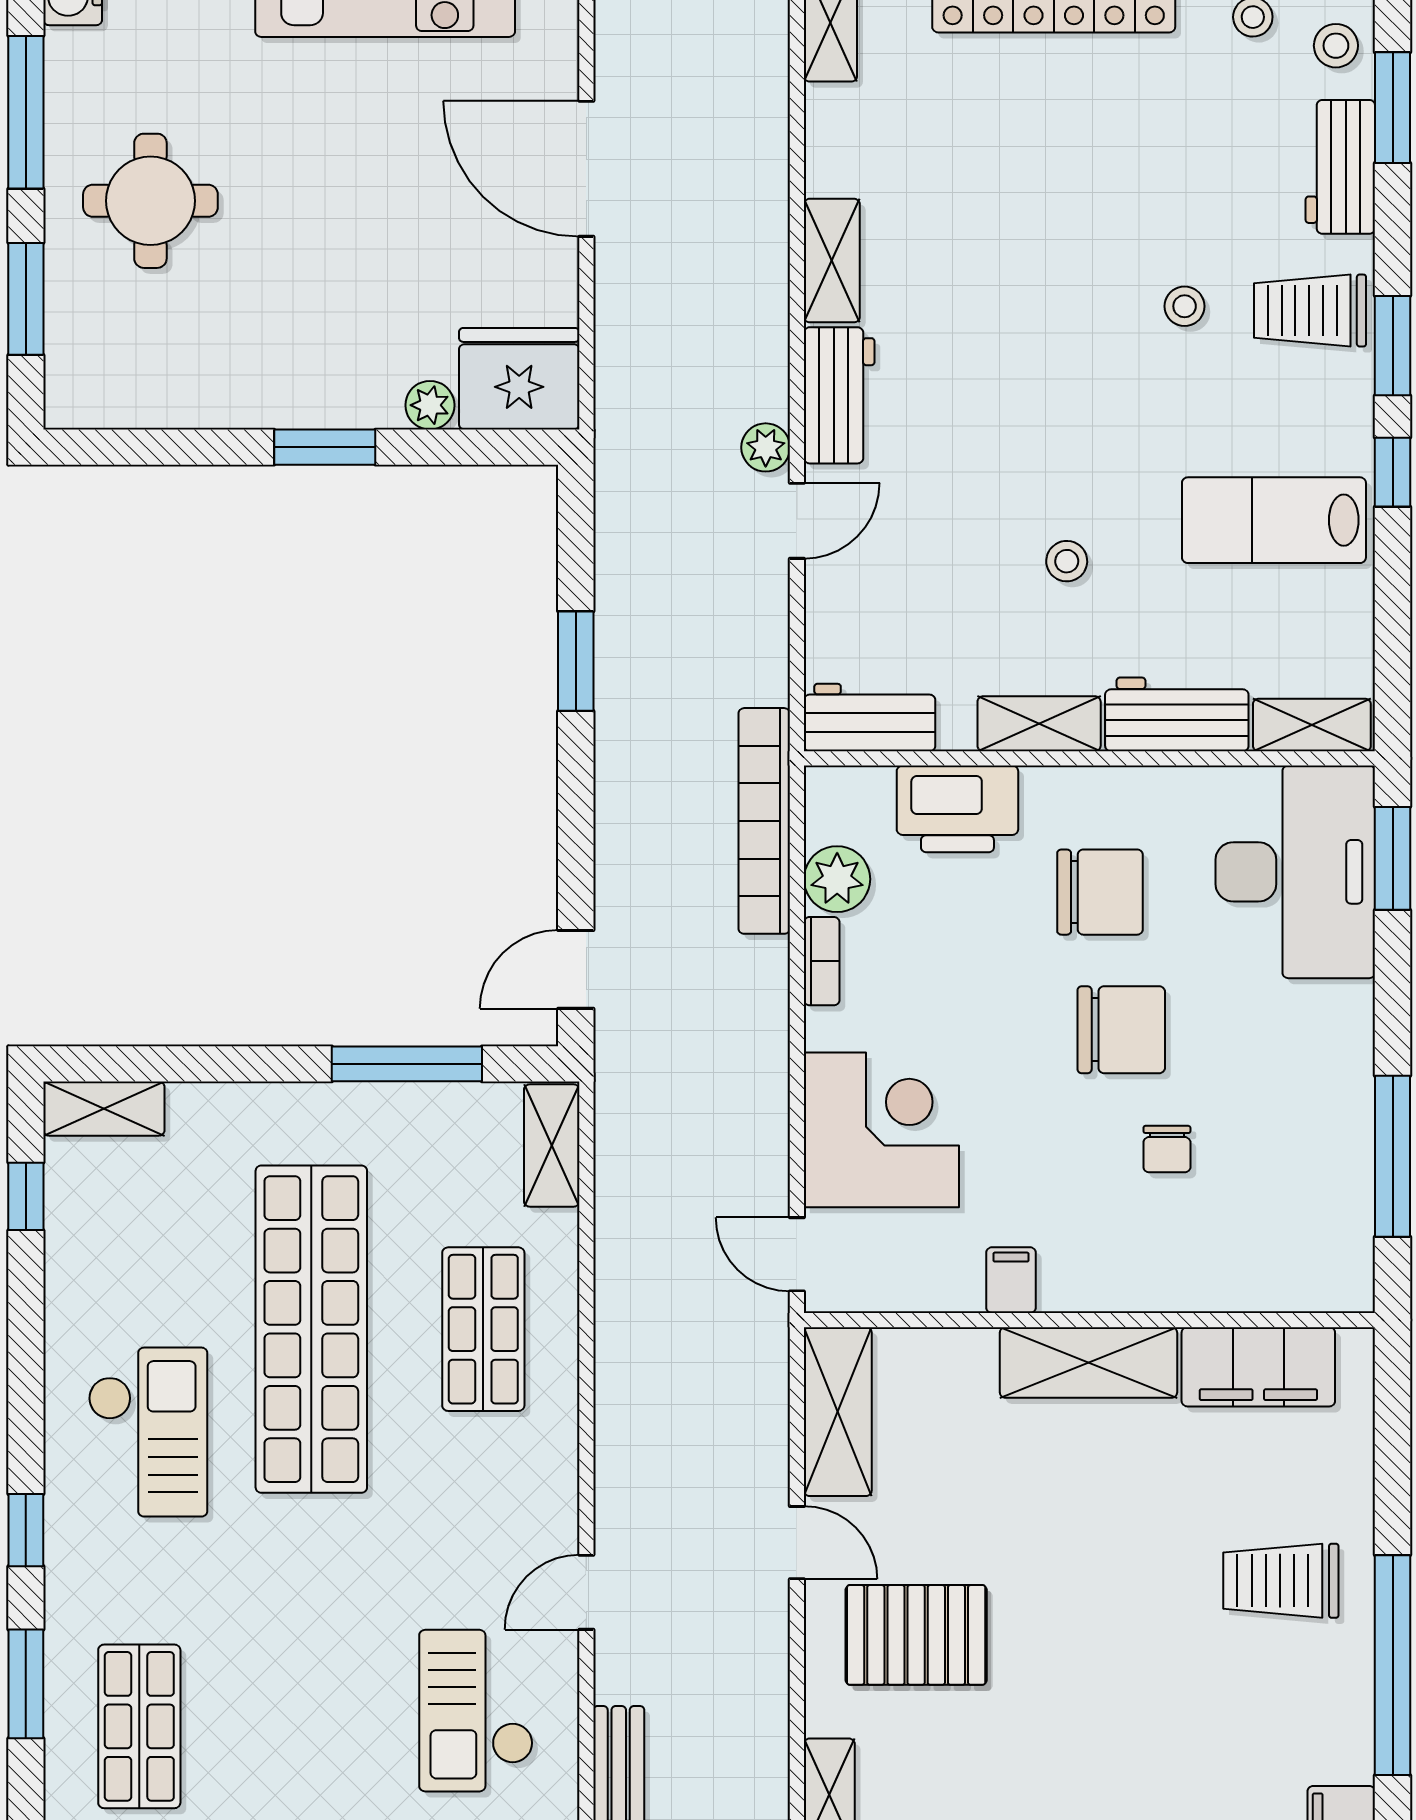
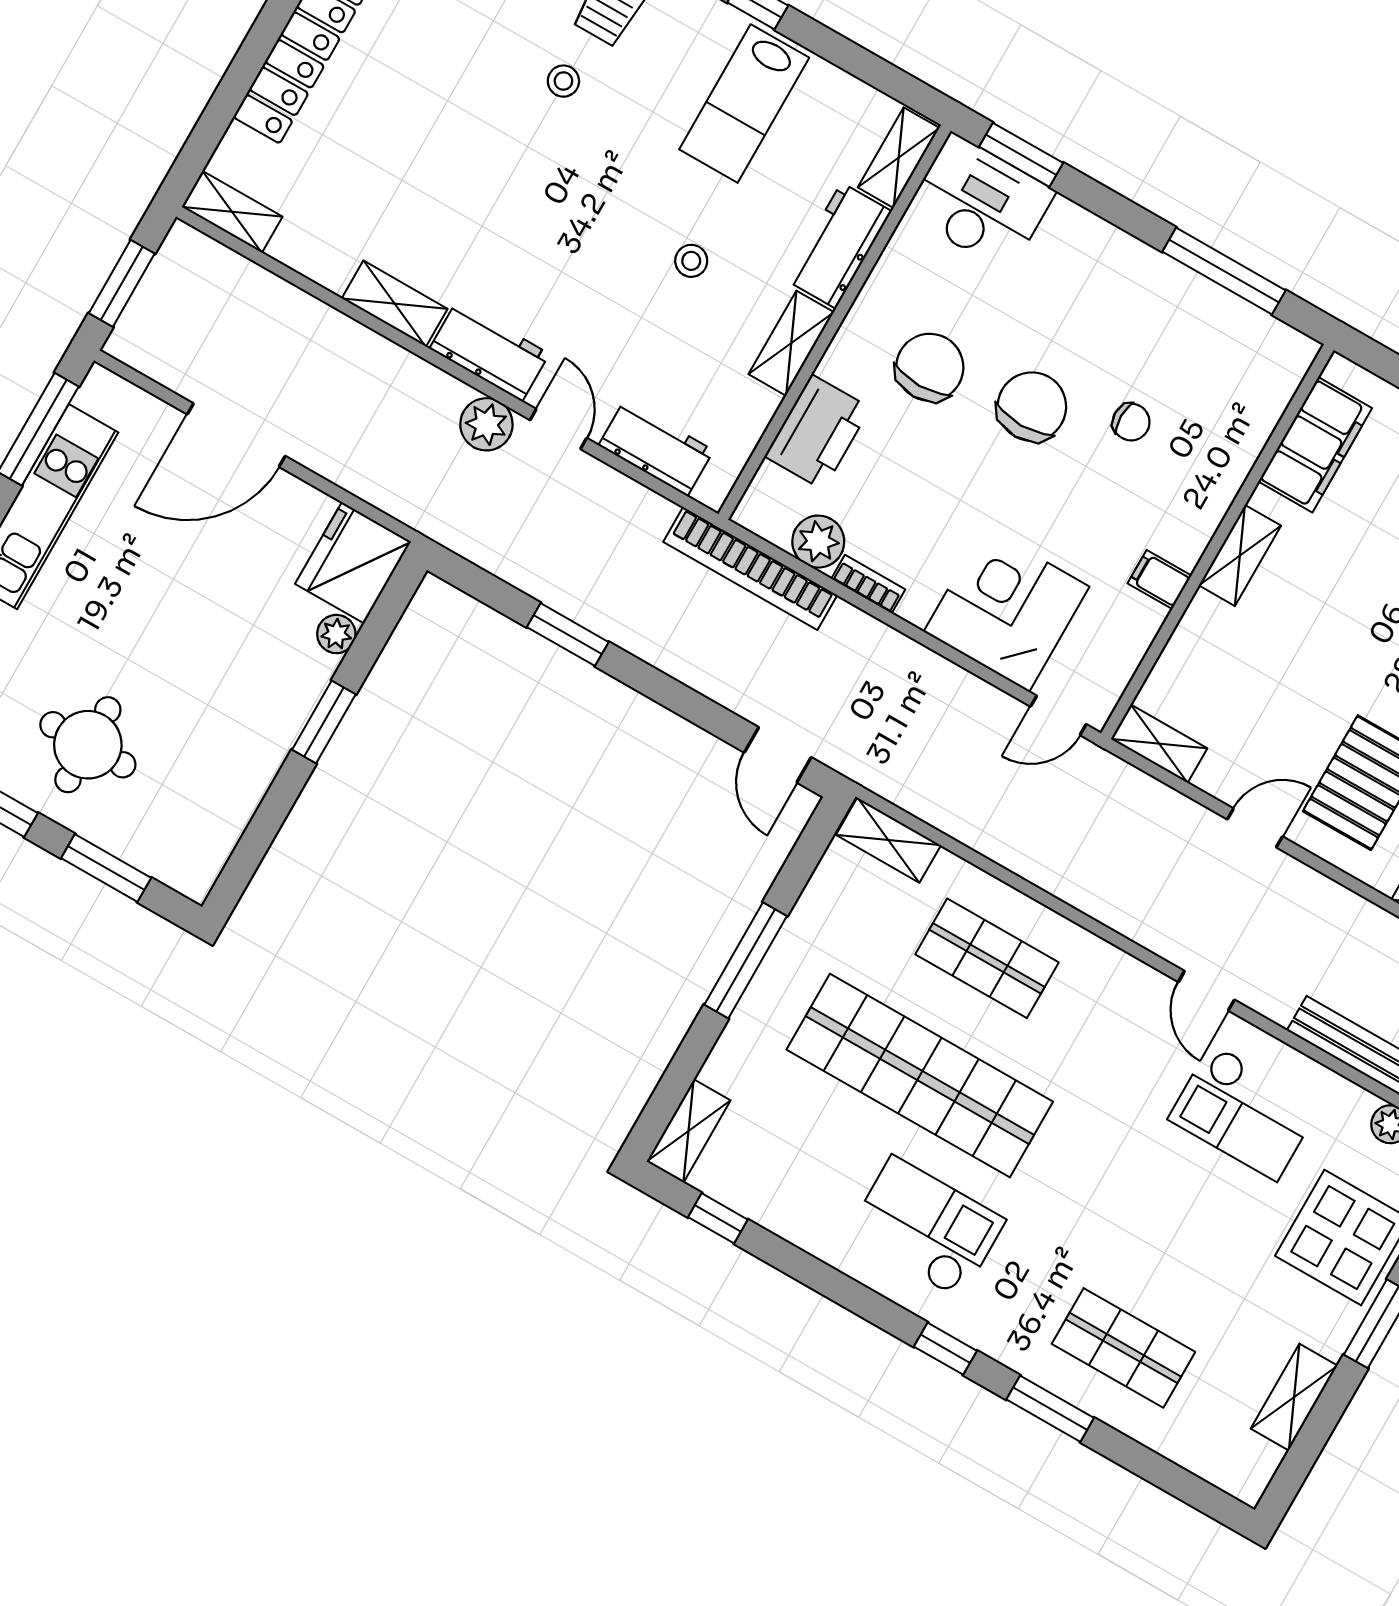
plant: (766, 447) -> (486, 424), width x1.38, depth x1.38
workbench: (870, 718) -> (656, 448), moved, turned 90
desk: (1295, 872) -> (980, 203), width x0.73, depth x0.77
window: (407, 1064) -> (746, 960), moved
shelving: (1088, 1363) -> (1240, 555), width x0.67, depth x0.75
shelving: (838, 1412) -> (1159, 744), width x0.67, depth x0.75

